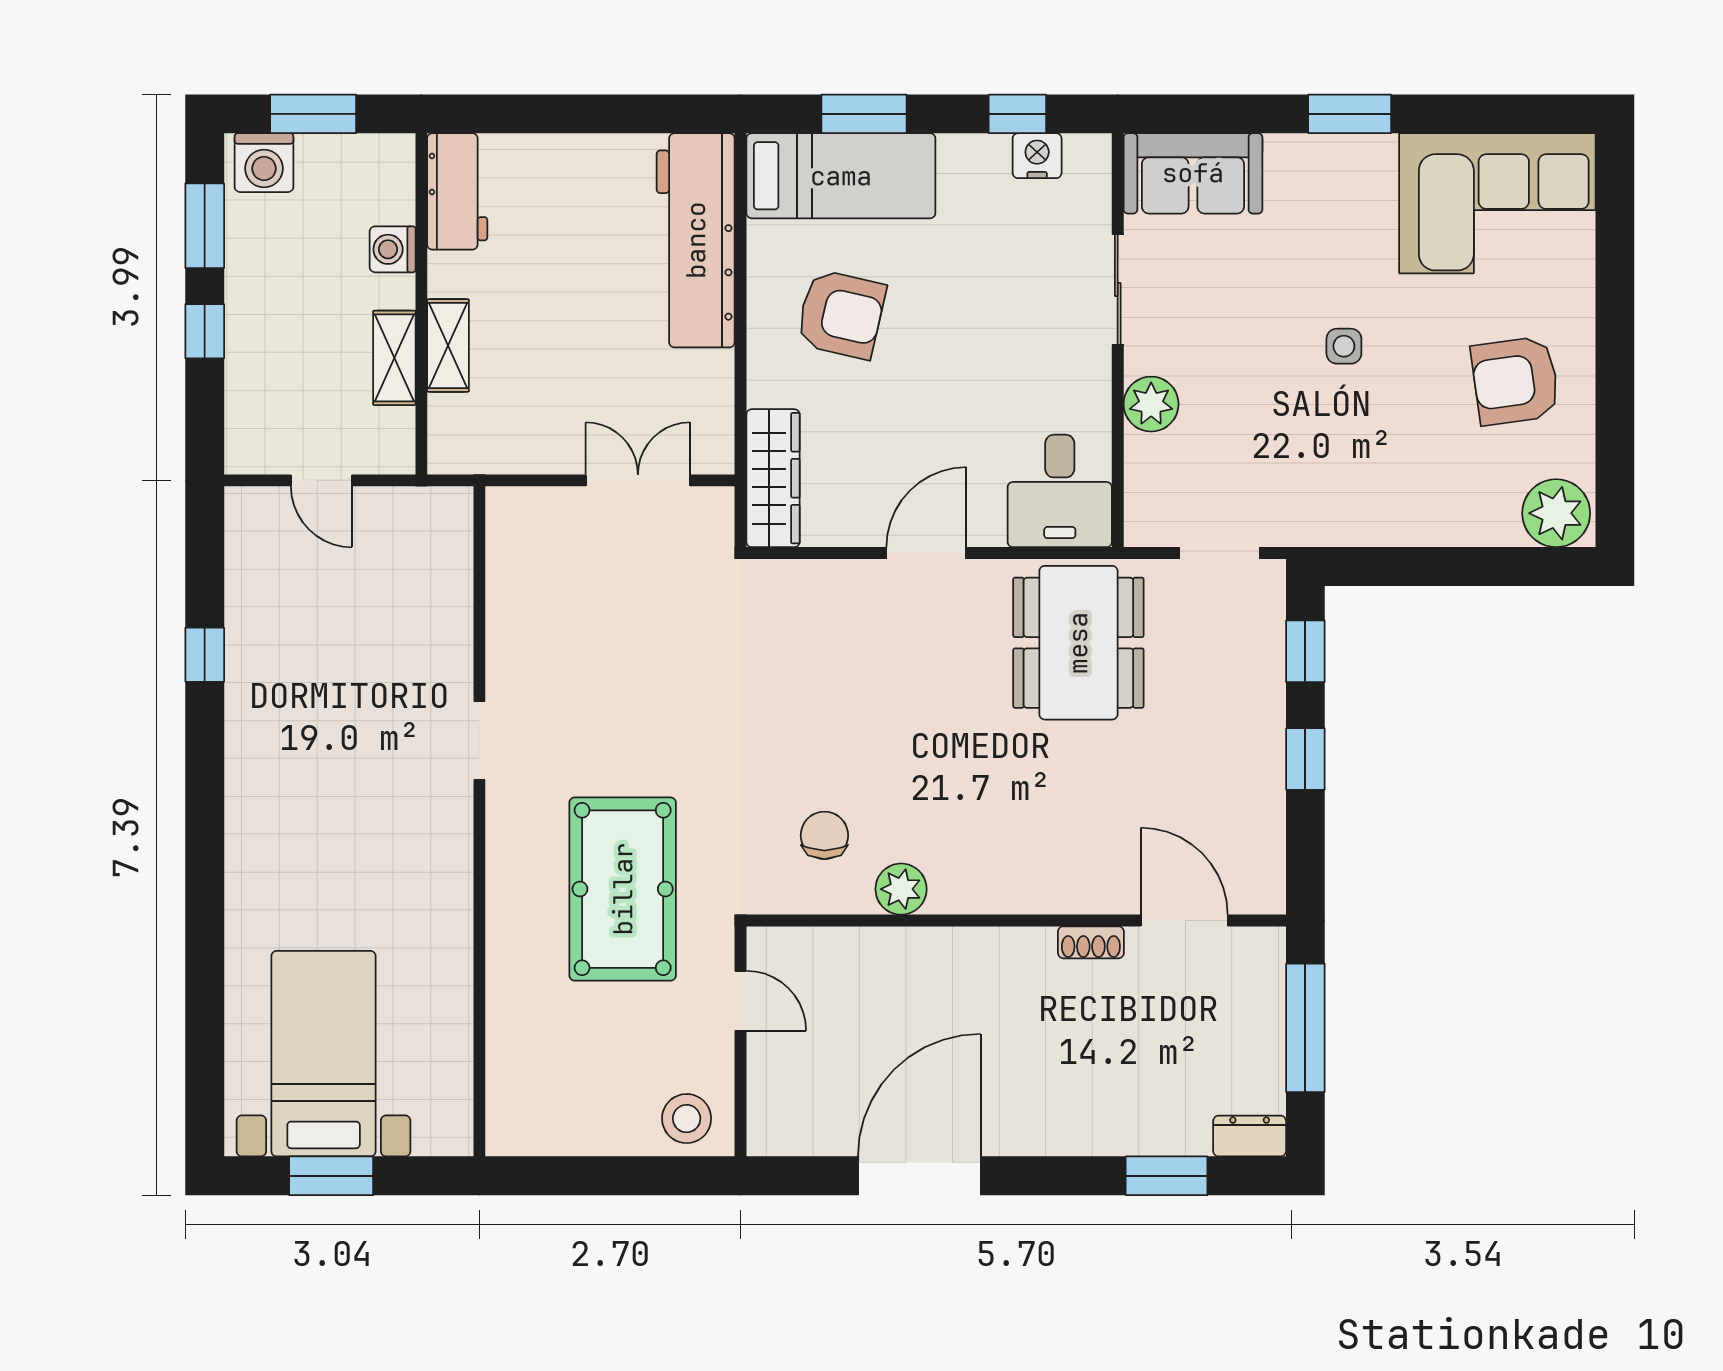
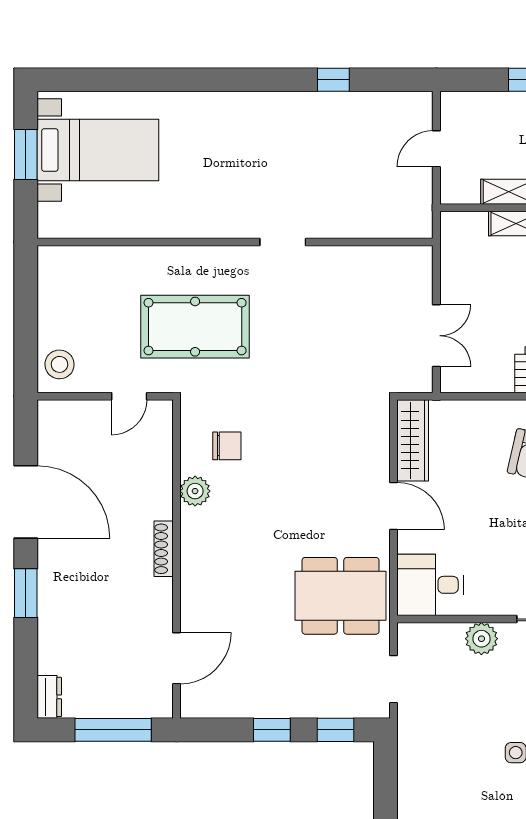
wardrobe: (773, 478) -> (413, 440), moved, turned -90
shoe rack: (1091, 942) -> (164, 549), moved, width x1.43
window: (1167, 1176) -> (26, 593), moved

